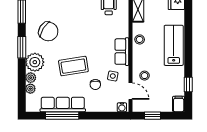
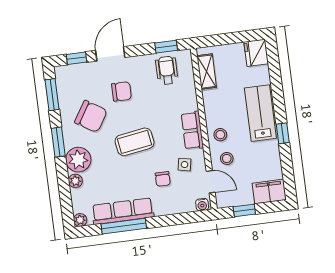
chair: (73, 16) -> (121, 91), added
stool: (140, 39) -> (220, 135), moved
coffee table: (73, 66) -> (135, 142), moved
window: (188, 84) -> (283, 133), moved
plant: (30, 89) -> (80, 220), moved
filing cabinet: (179, 104) -> (269, 191), width x2.00

